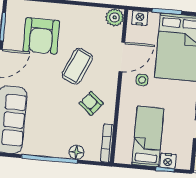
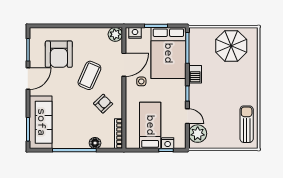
armchair: (91, 103) -> (103, 104), turned 96

